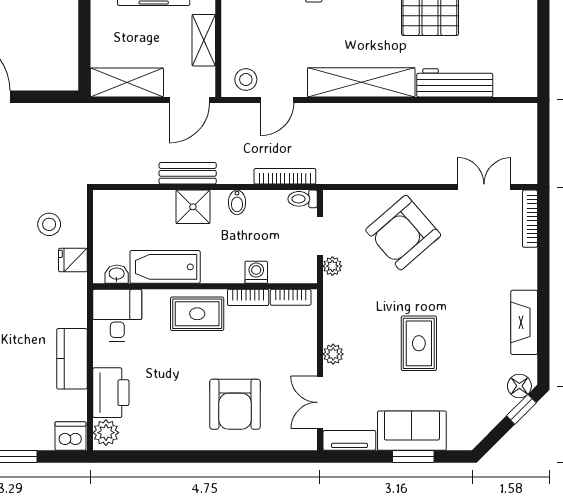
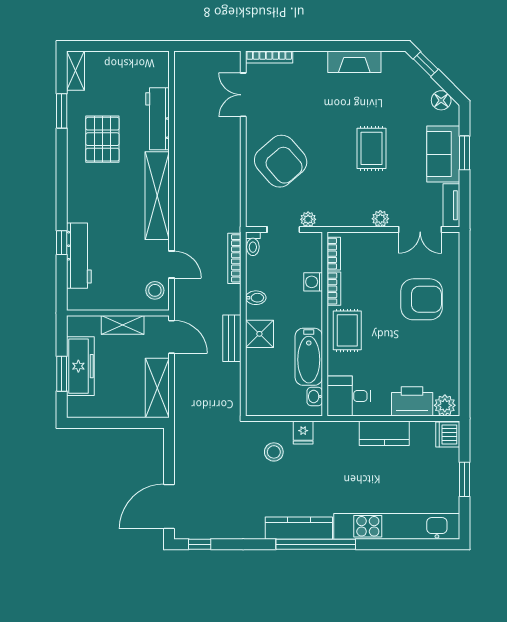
rug: (419, 343) -> (371, 148), turned 90
floor lamp: (519, 386) -> (441, 100), moved

